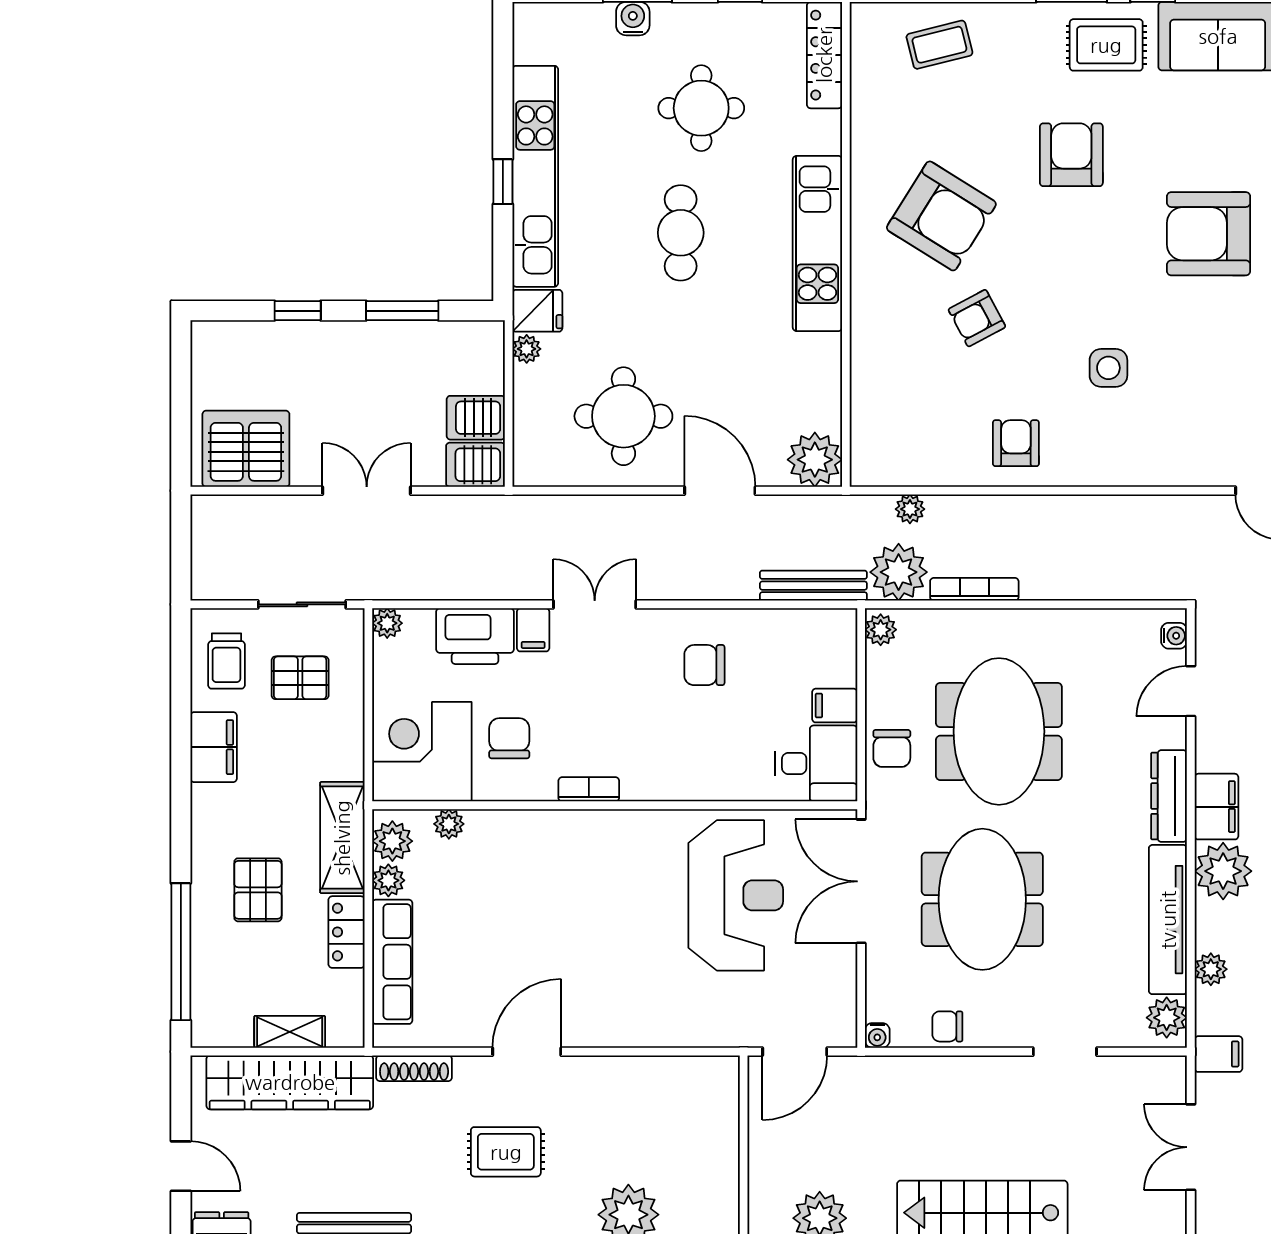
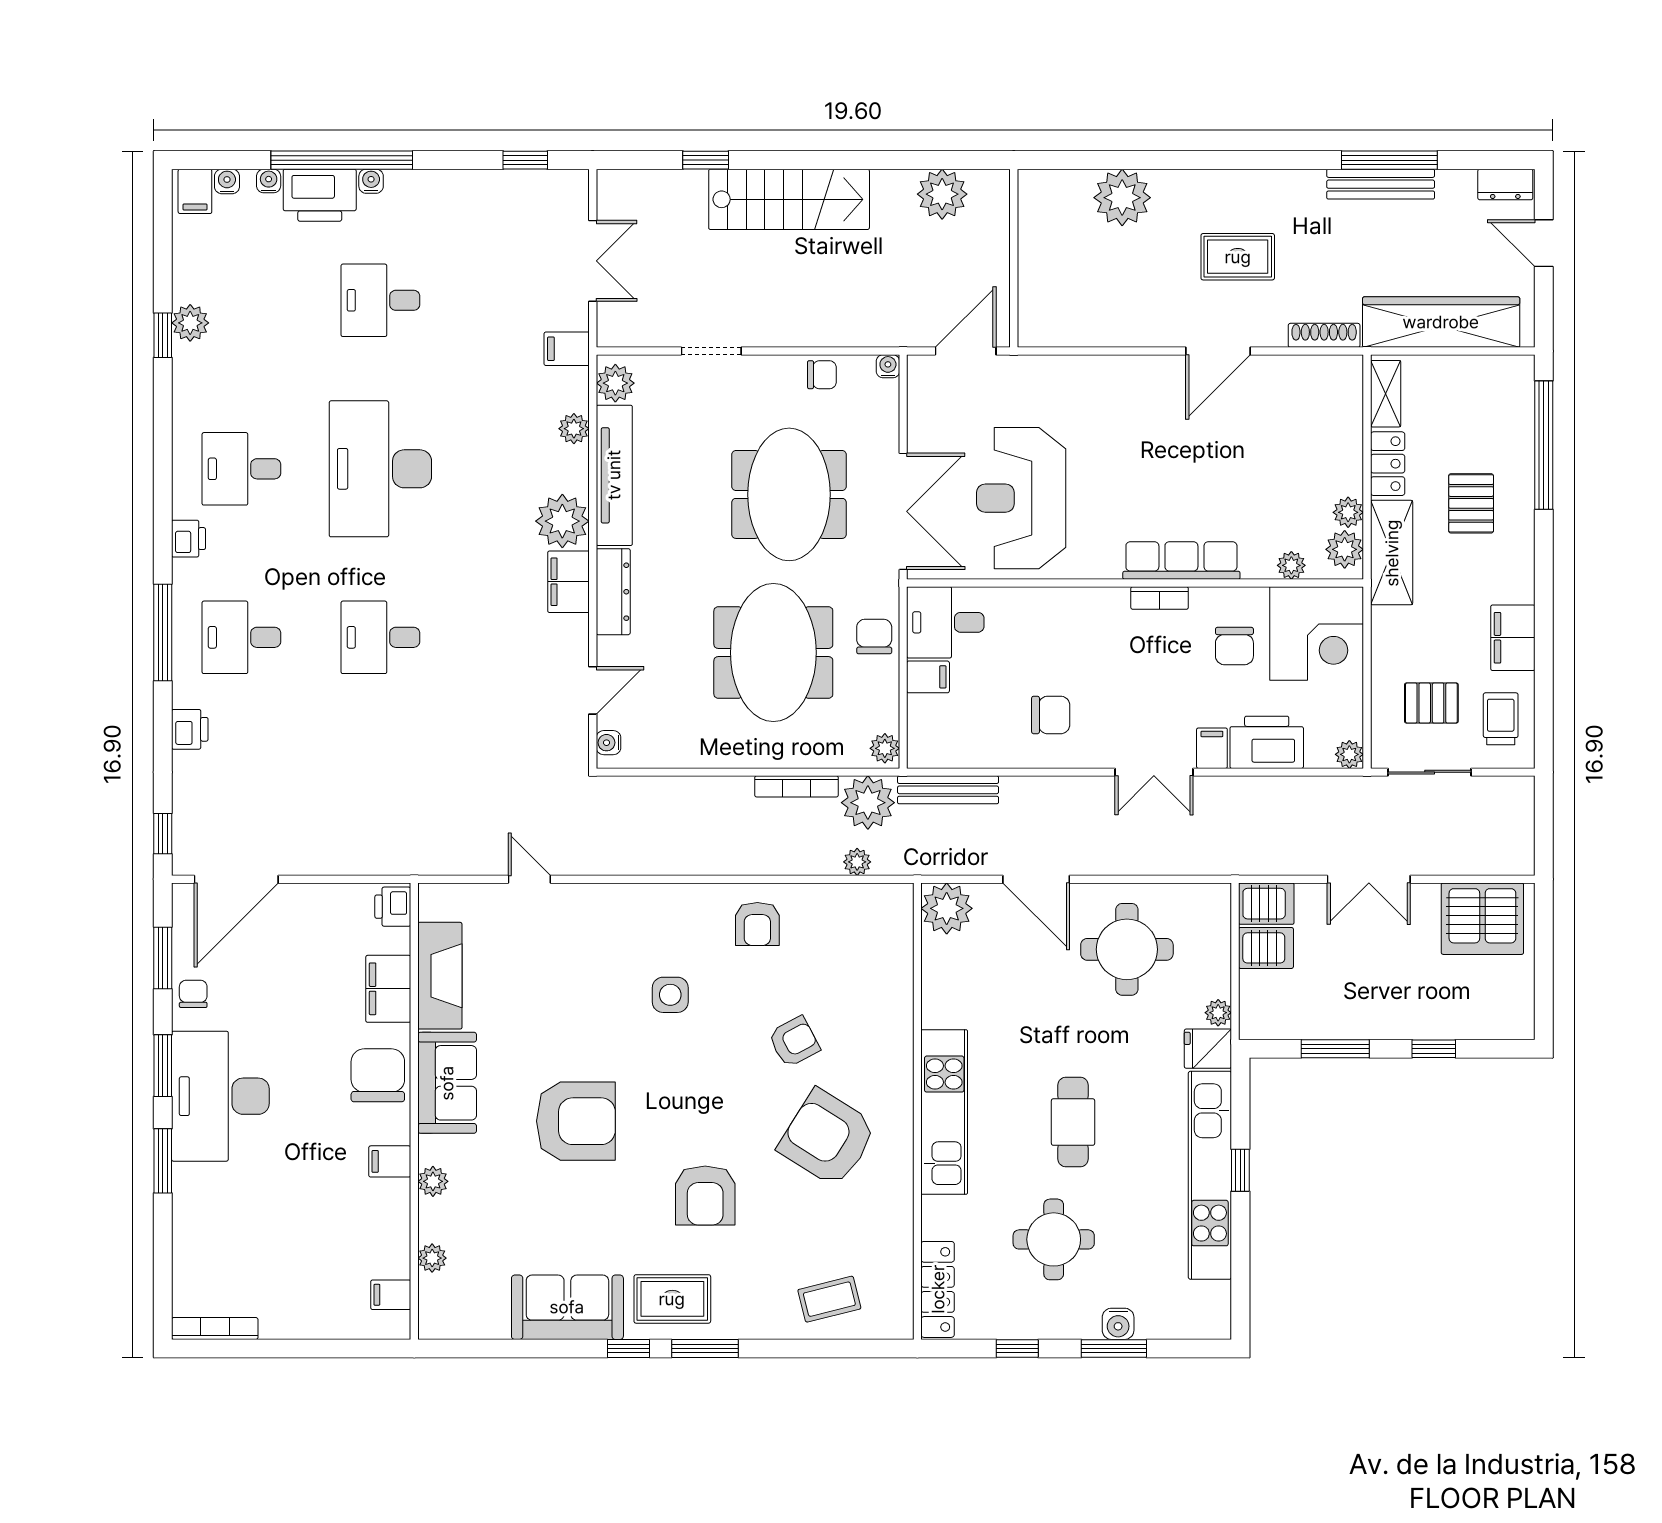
row of seats: (392, 962) -> (1181, 561), moved, turned 90
shelving: (290, 1032) -> (1386, 394), moved, turned 90

